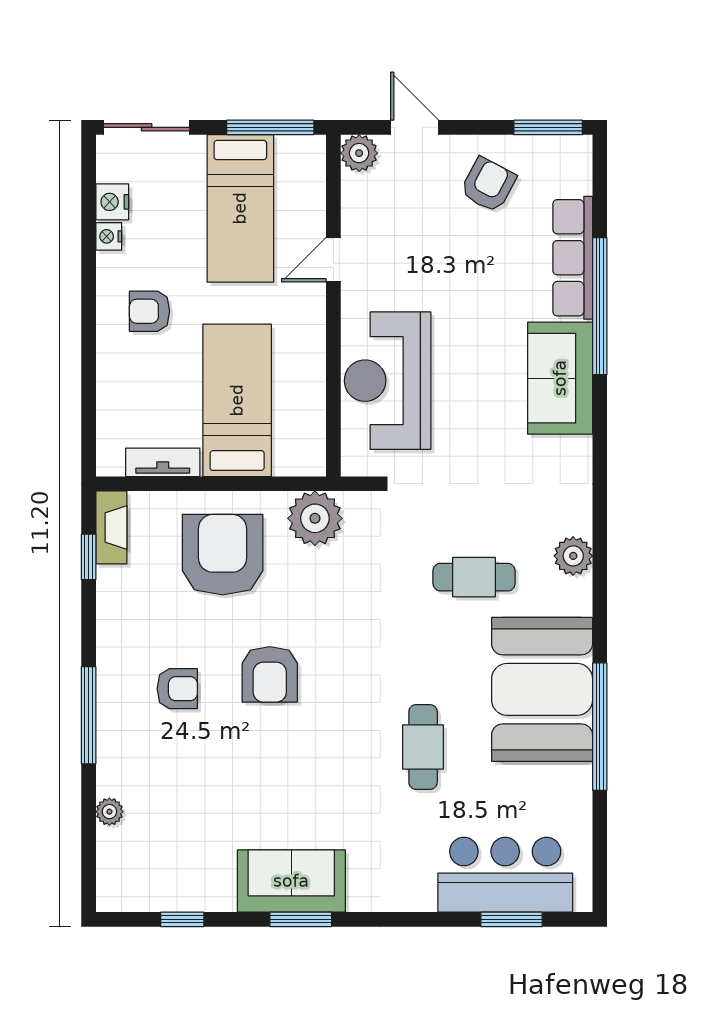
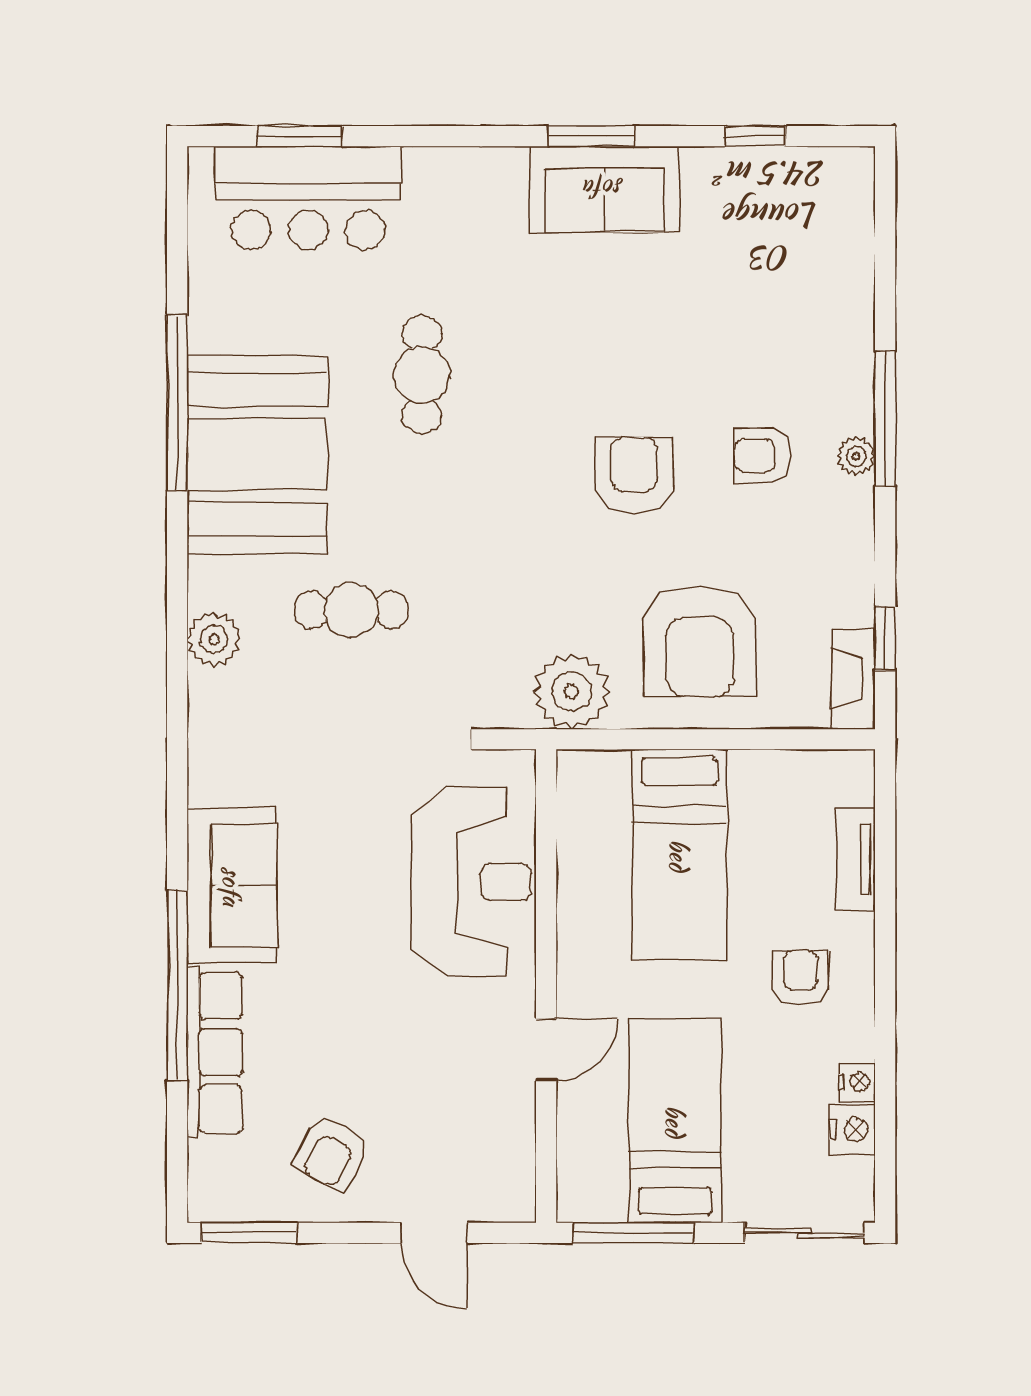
plant: (359, 153) -> (510, 1197), removed
armchair: (150, 311) -> (801, 978), turned -90
tv unit: (163, 462) -> (855, 859), moved, turned 90
plant: (109, 812) -> (856, 456), moved

